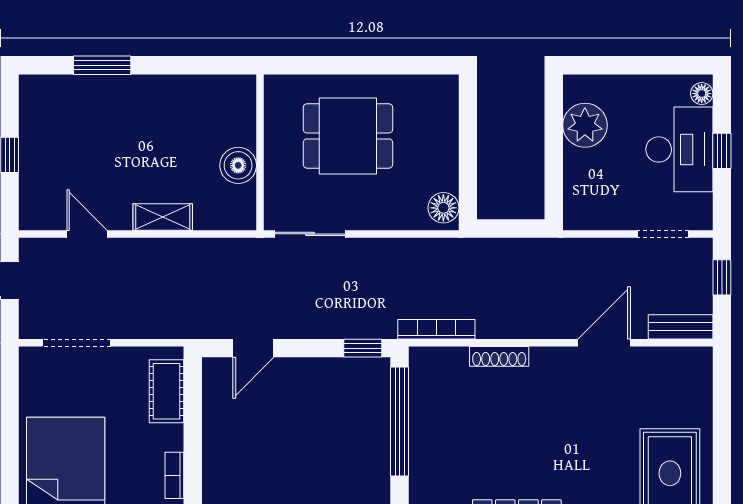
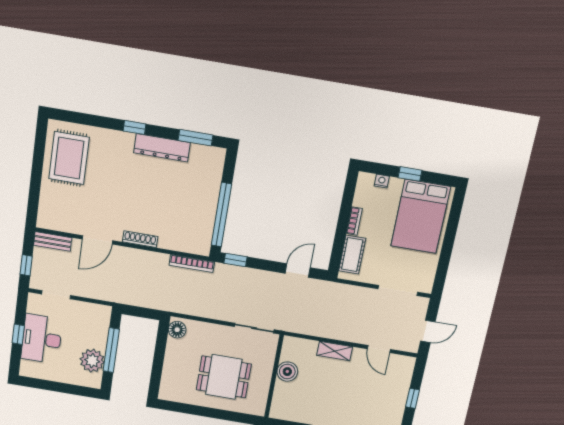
floor lamp: (702, 94) -> (26, 367), removed
window: (554, 150) -> (111, 350), added
shoe rack: (499, 356) -> (140, 239), moved
bookcase: (174, 475) -> (354, 221), moved

